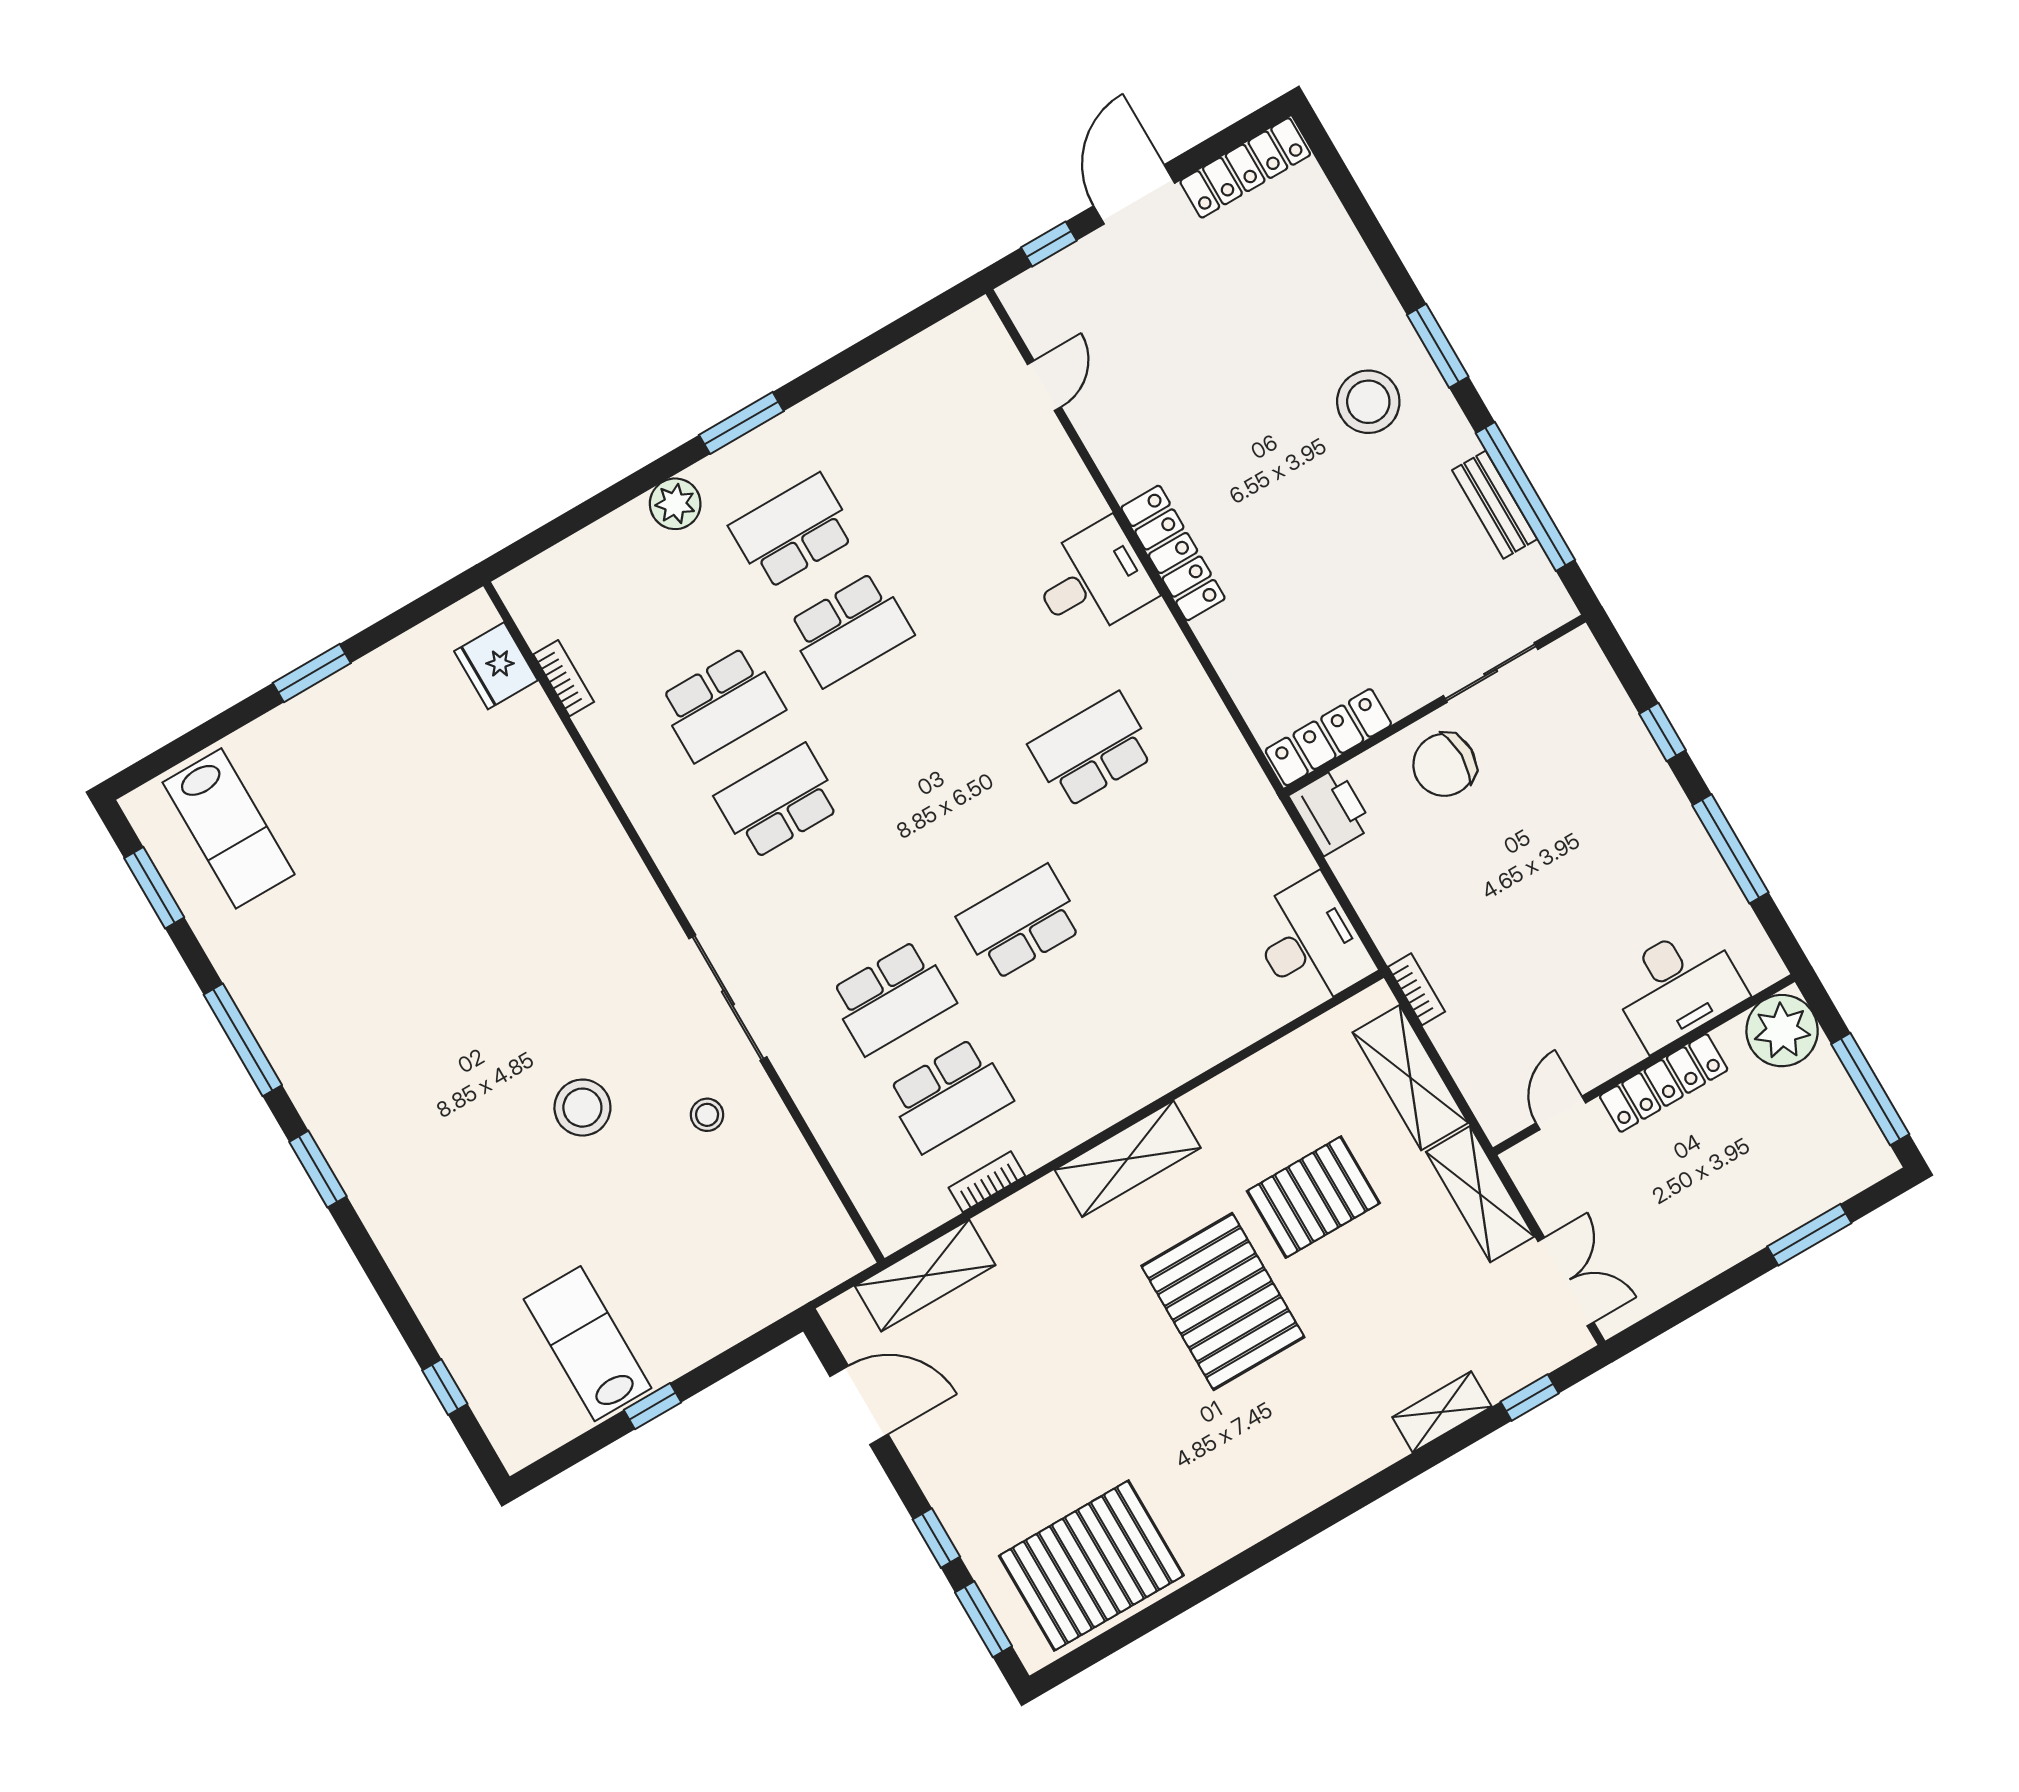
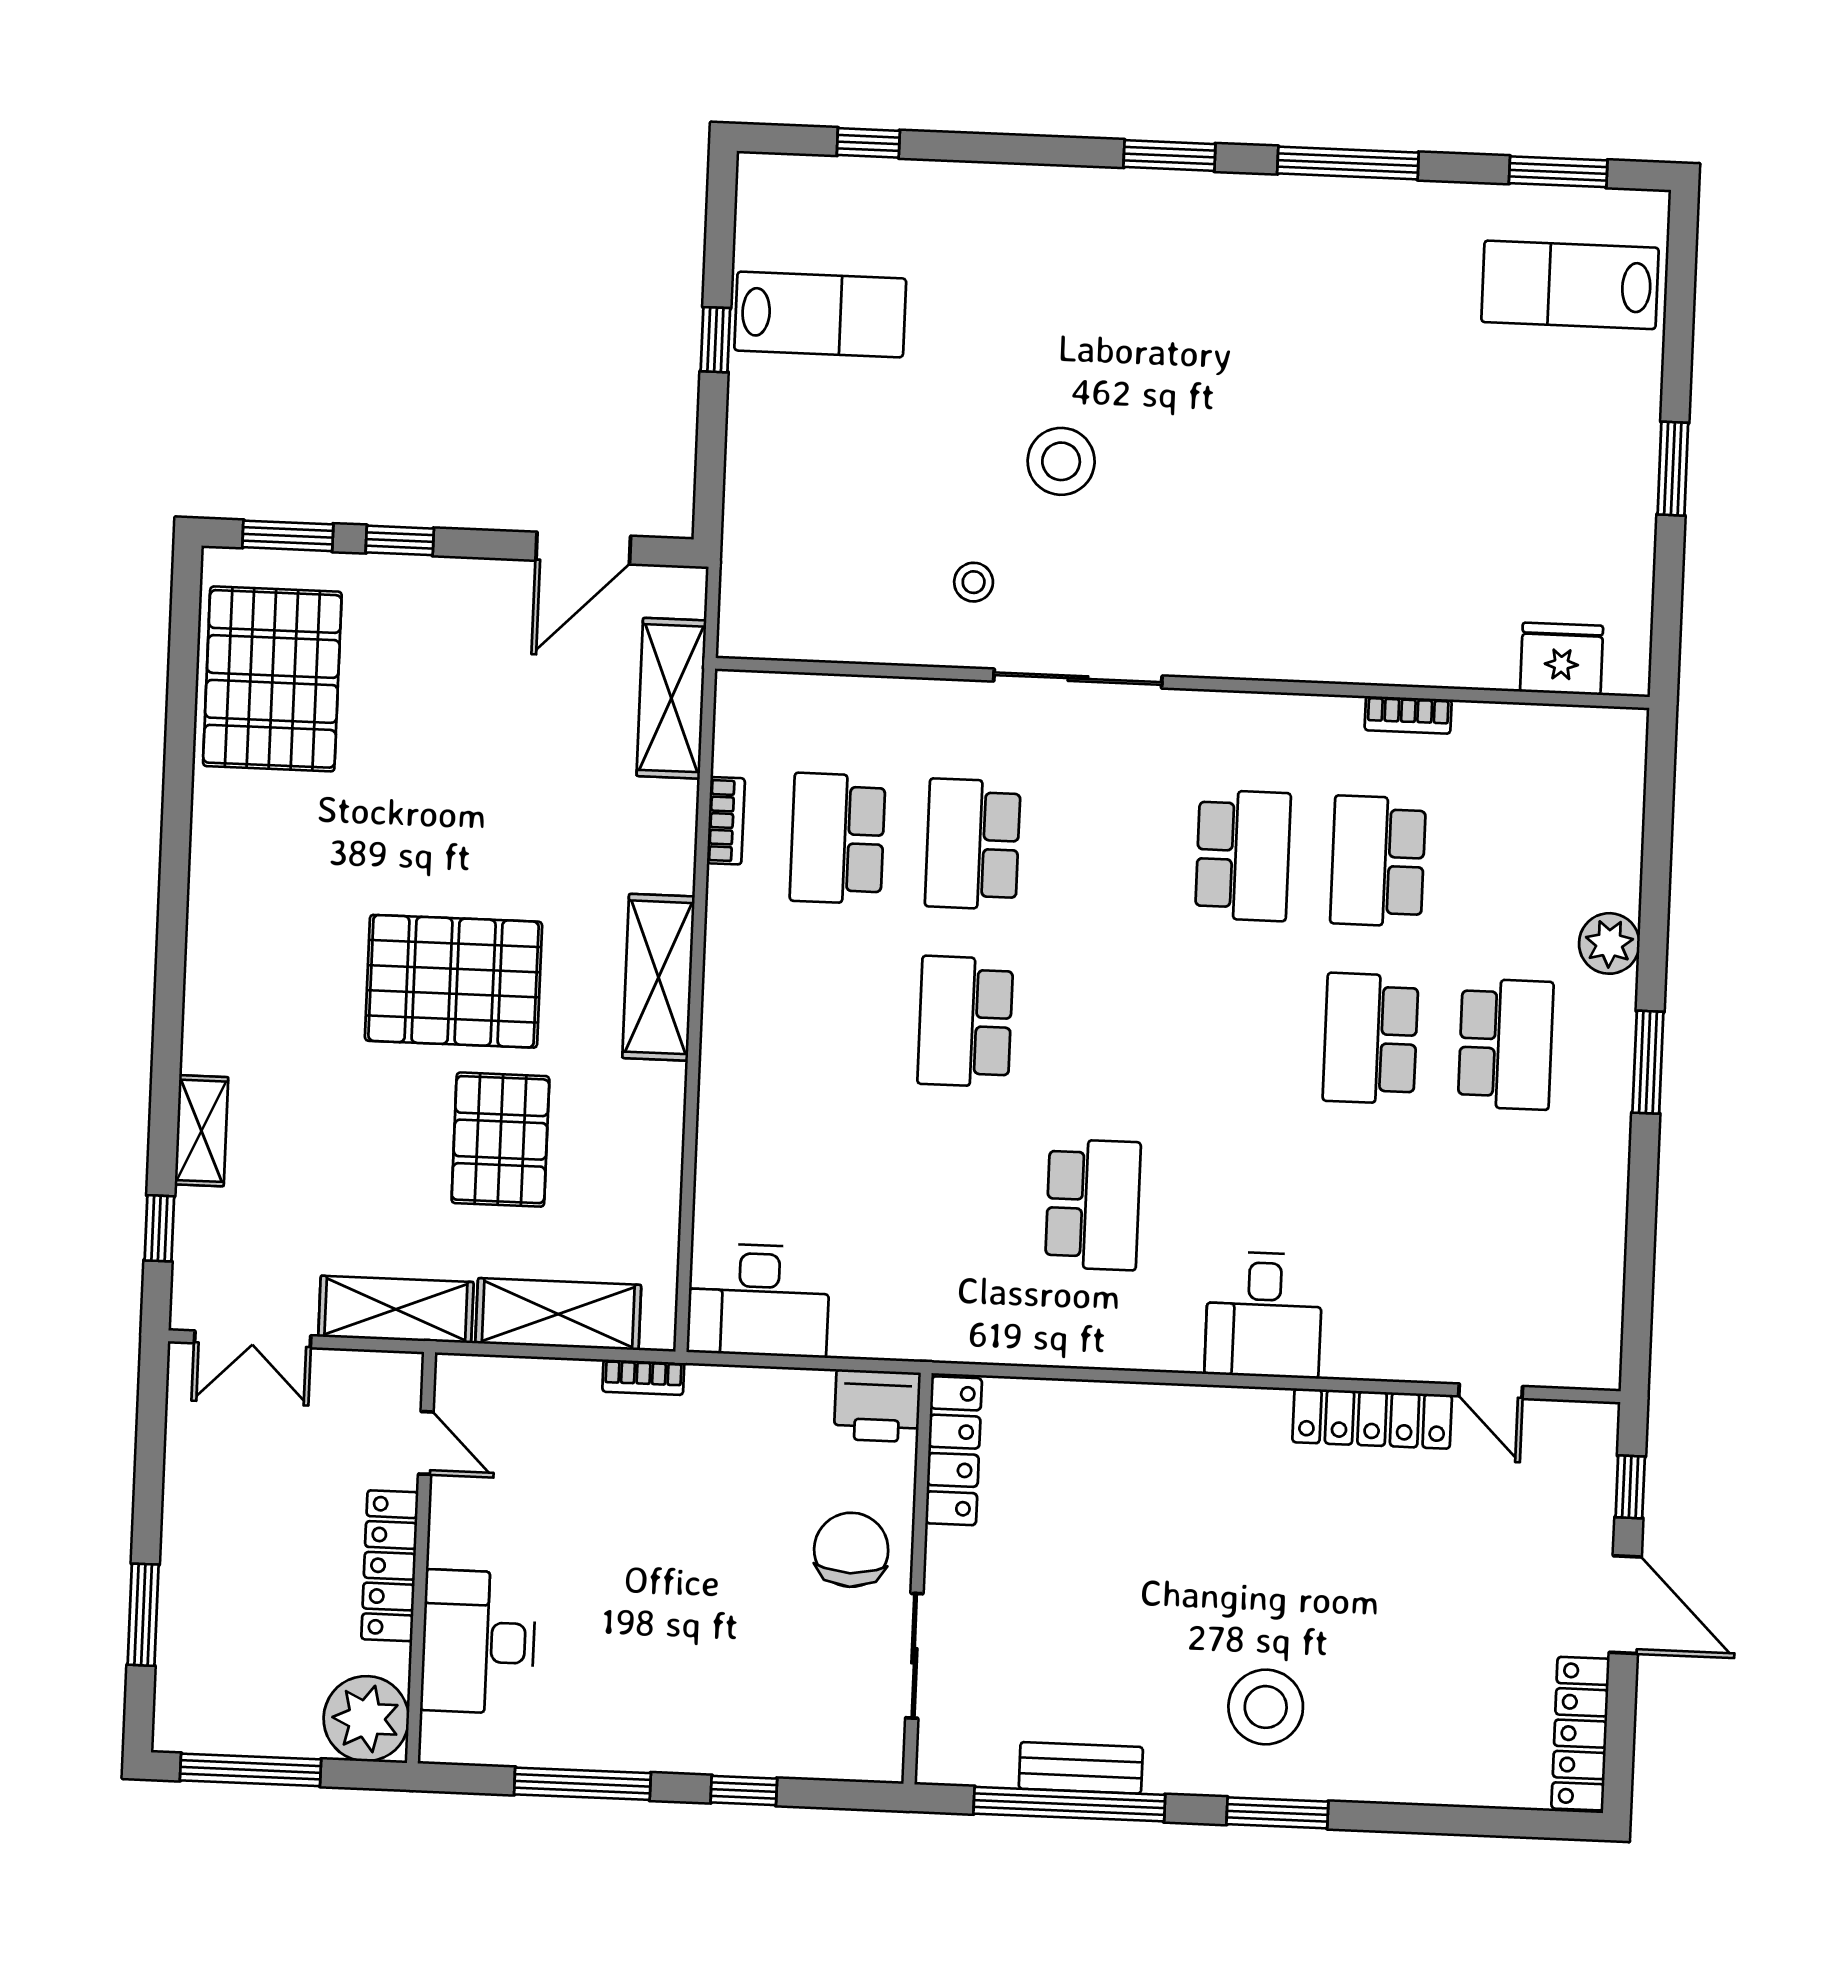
locker: (1173, 553) -> (1372, 1419), moved
bookcase: (564, 678) -> (1408, 715), moved
school desk: (1021, 923) -> (965, 1022), turned 180

